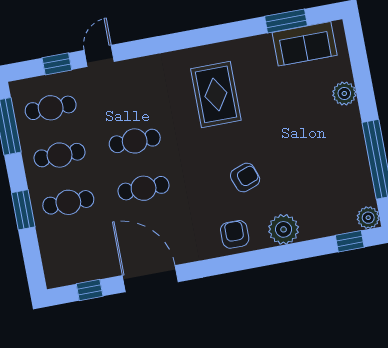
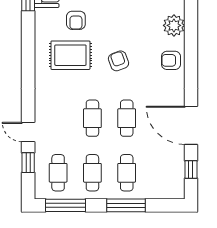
armchair: (265, 93) -> (76, 20), added
armchair: (245, 177) -> (118, 61), moved
window: (23, 210) -> (126, 205), width x1.44
door: (150, 279) -> (191, 125), hinge flipped

